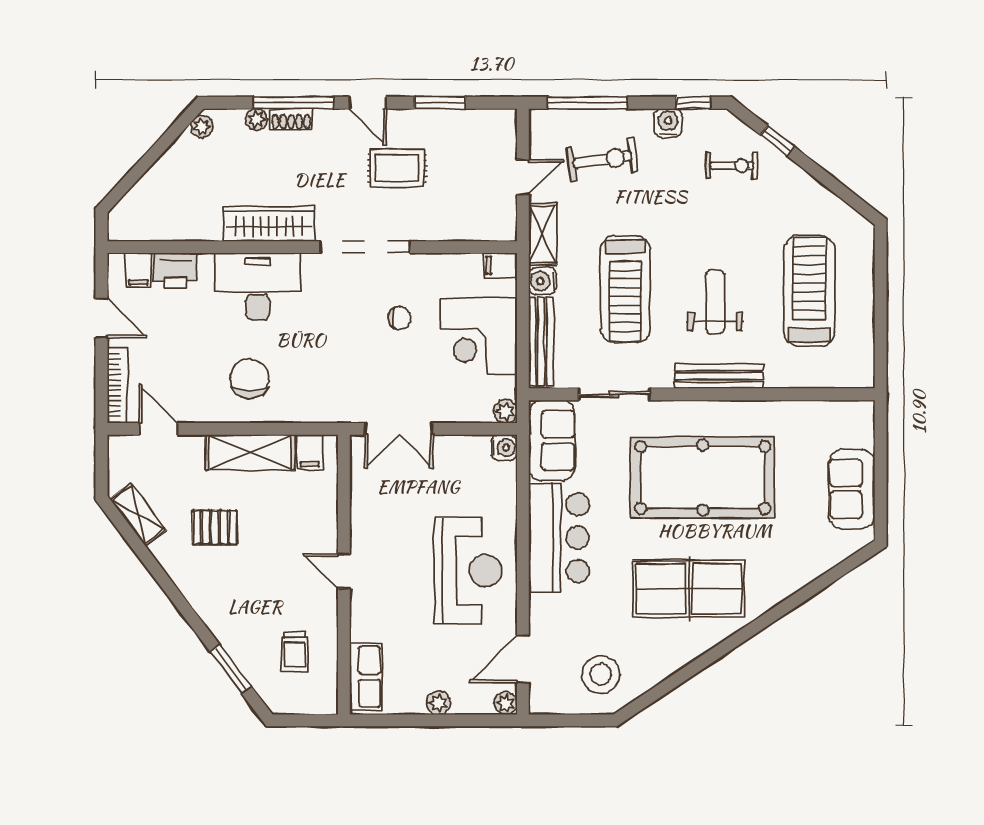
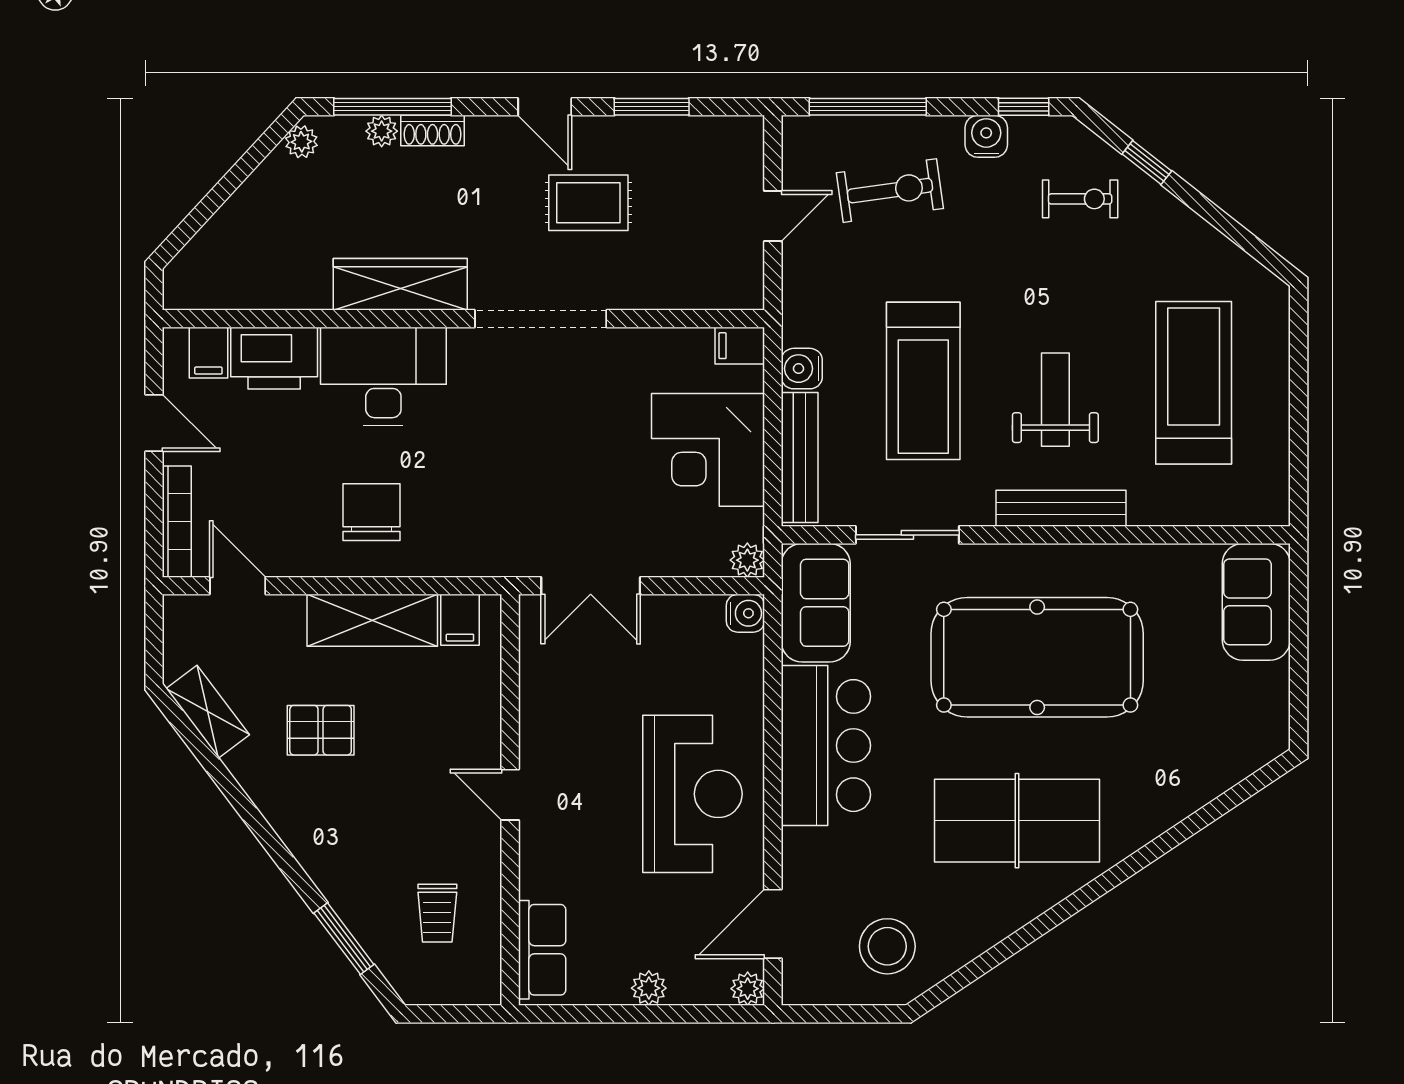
window: (293, 103) -> (392, 107), moved
shelving: (542, 234) -> (802, 300), removed
printer: (175, 271) -> (274, 358), width x1.37, depth x1.19
chair: (400, 318) -> (592, 423), removed
sofa: (852, 489) -> (1256, 602), moved

